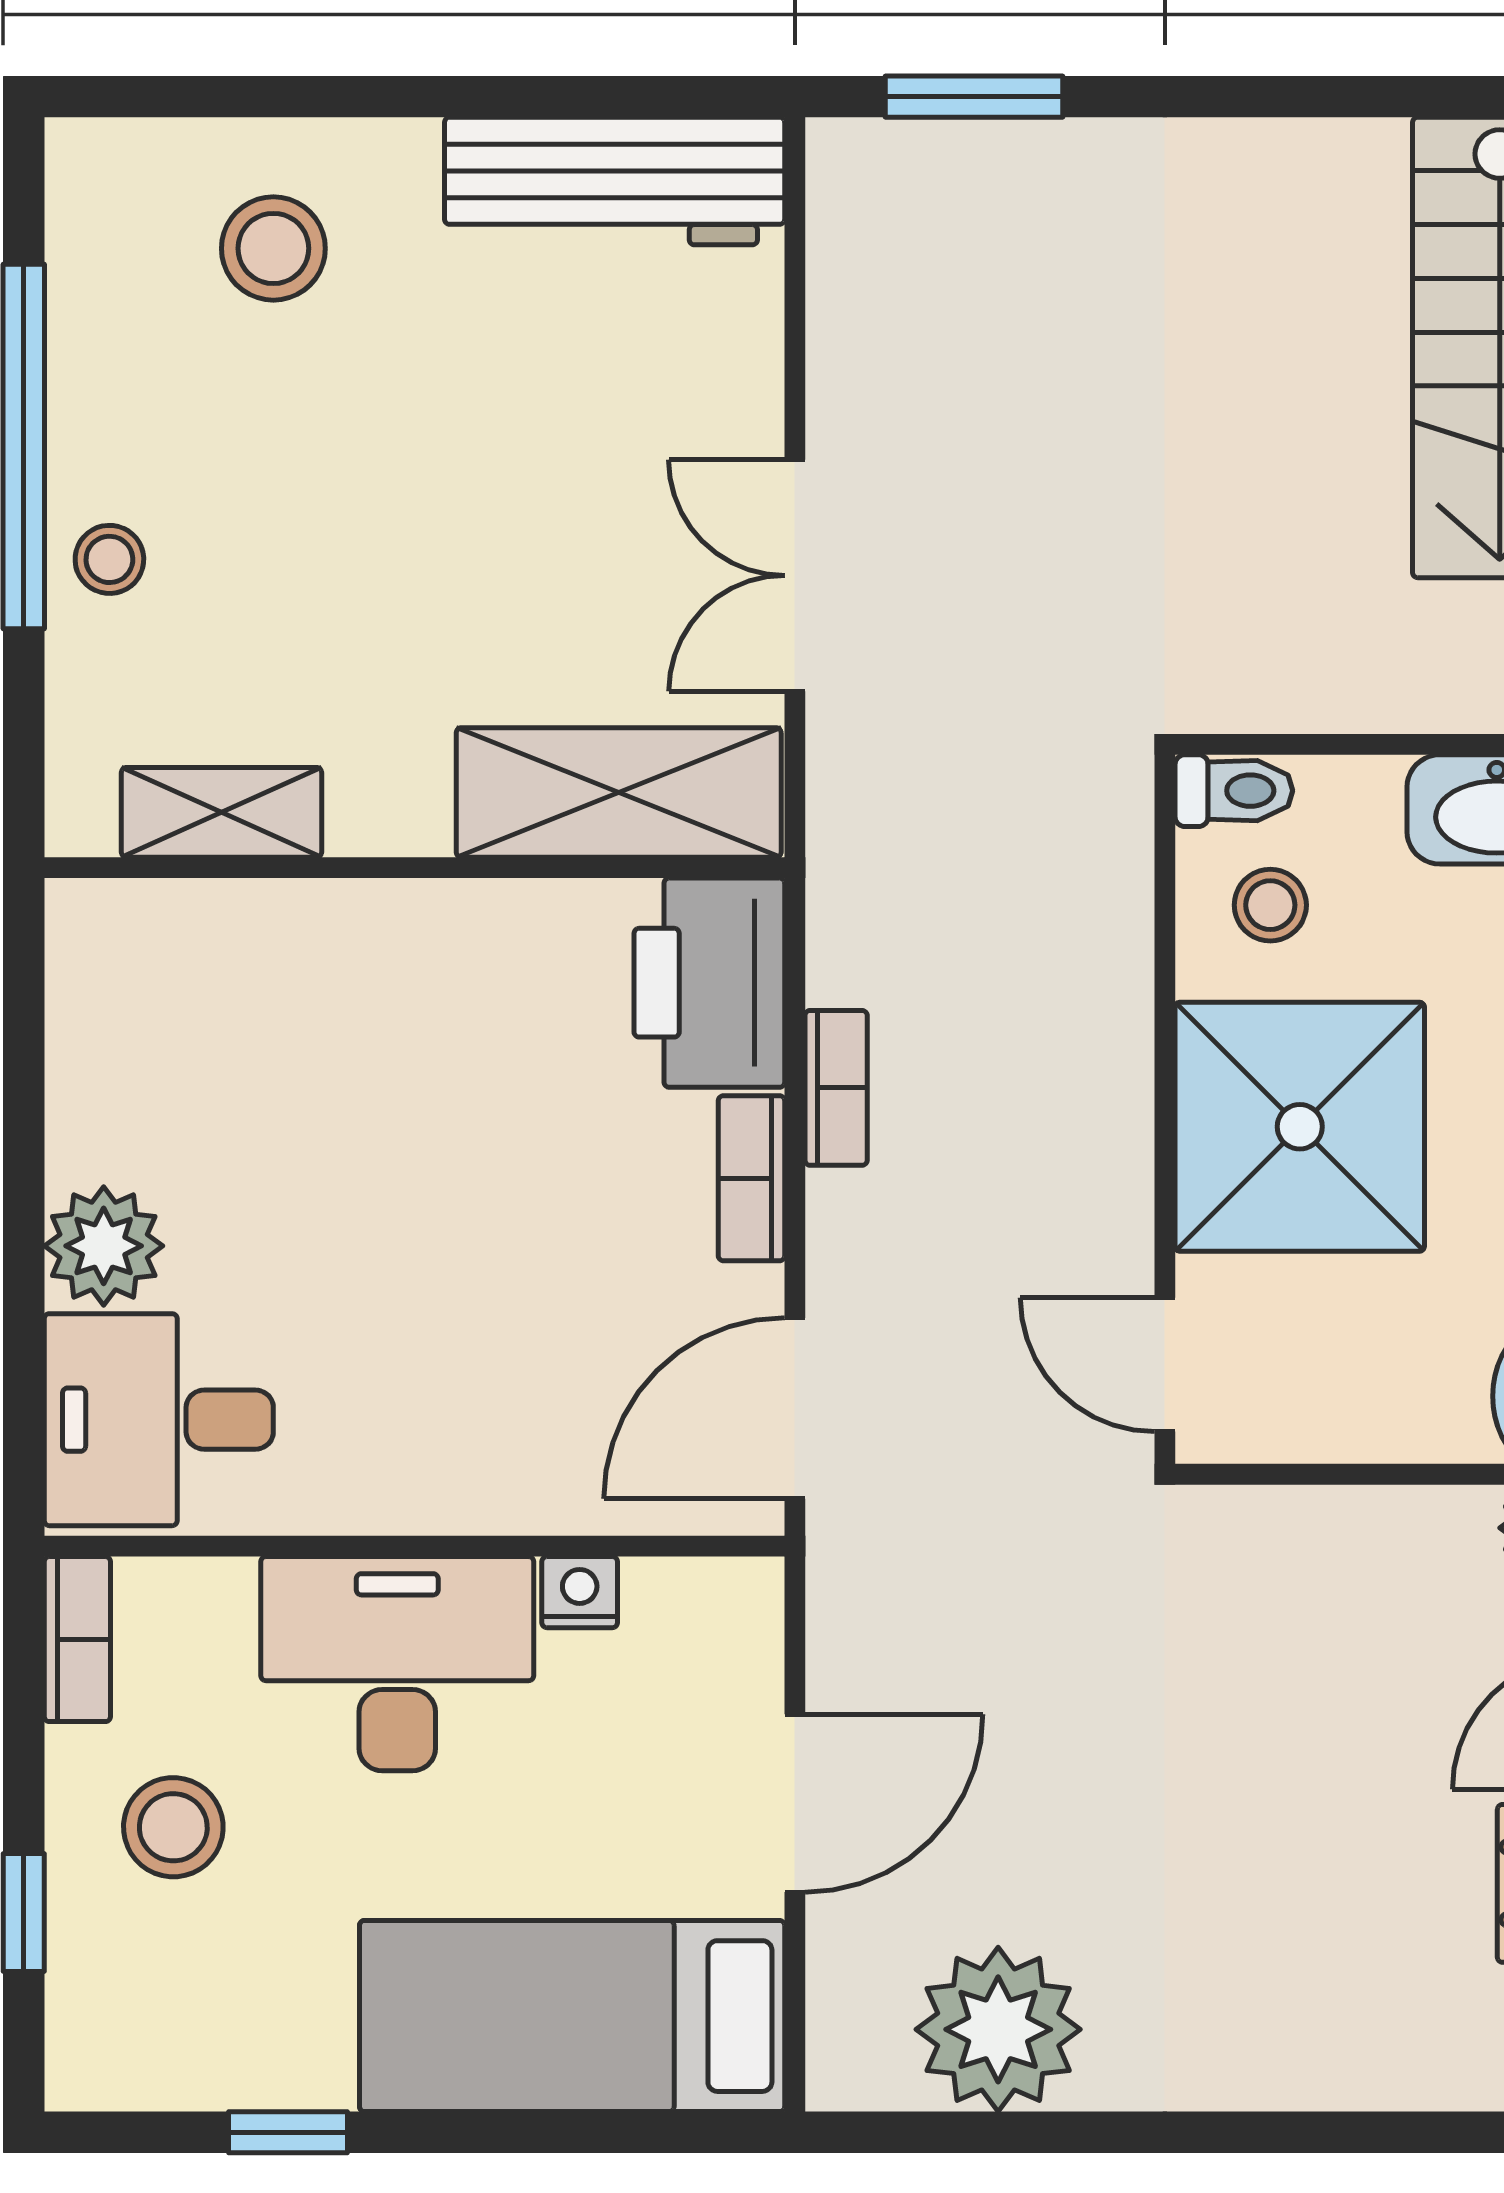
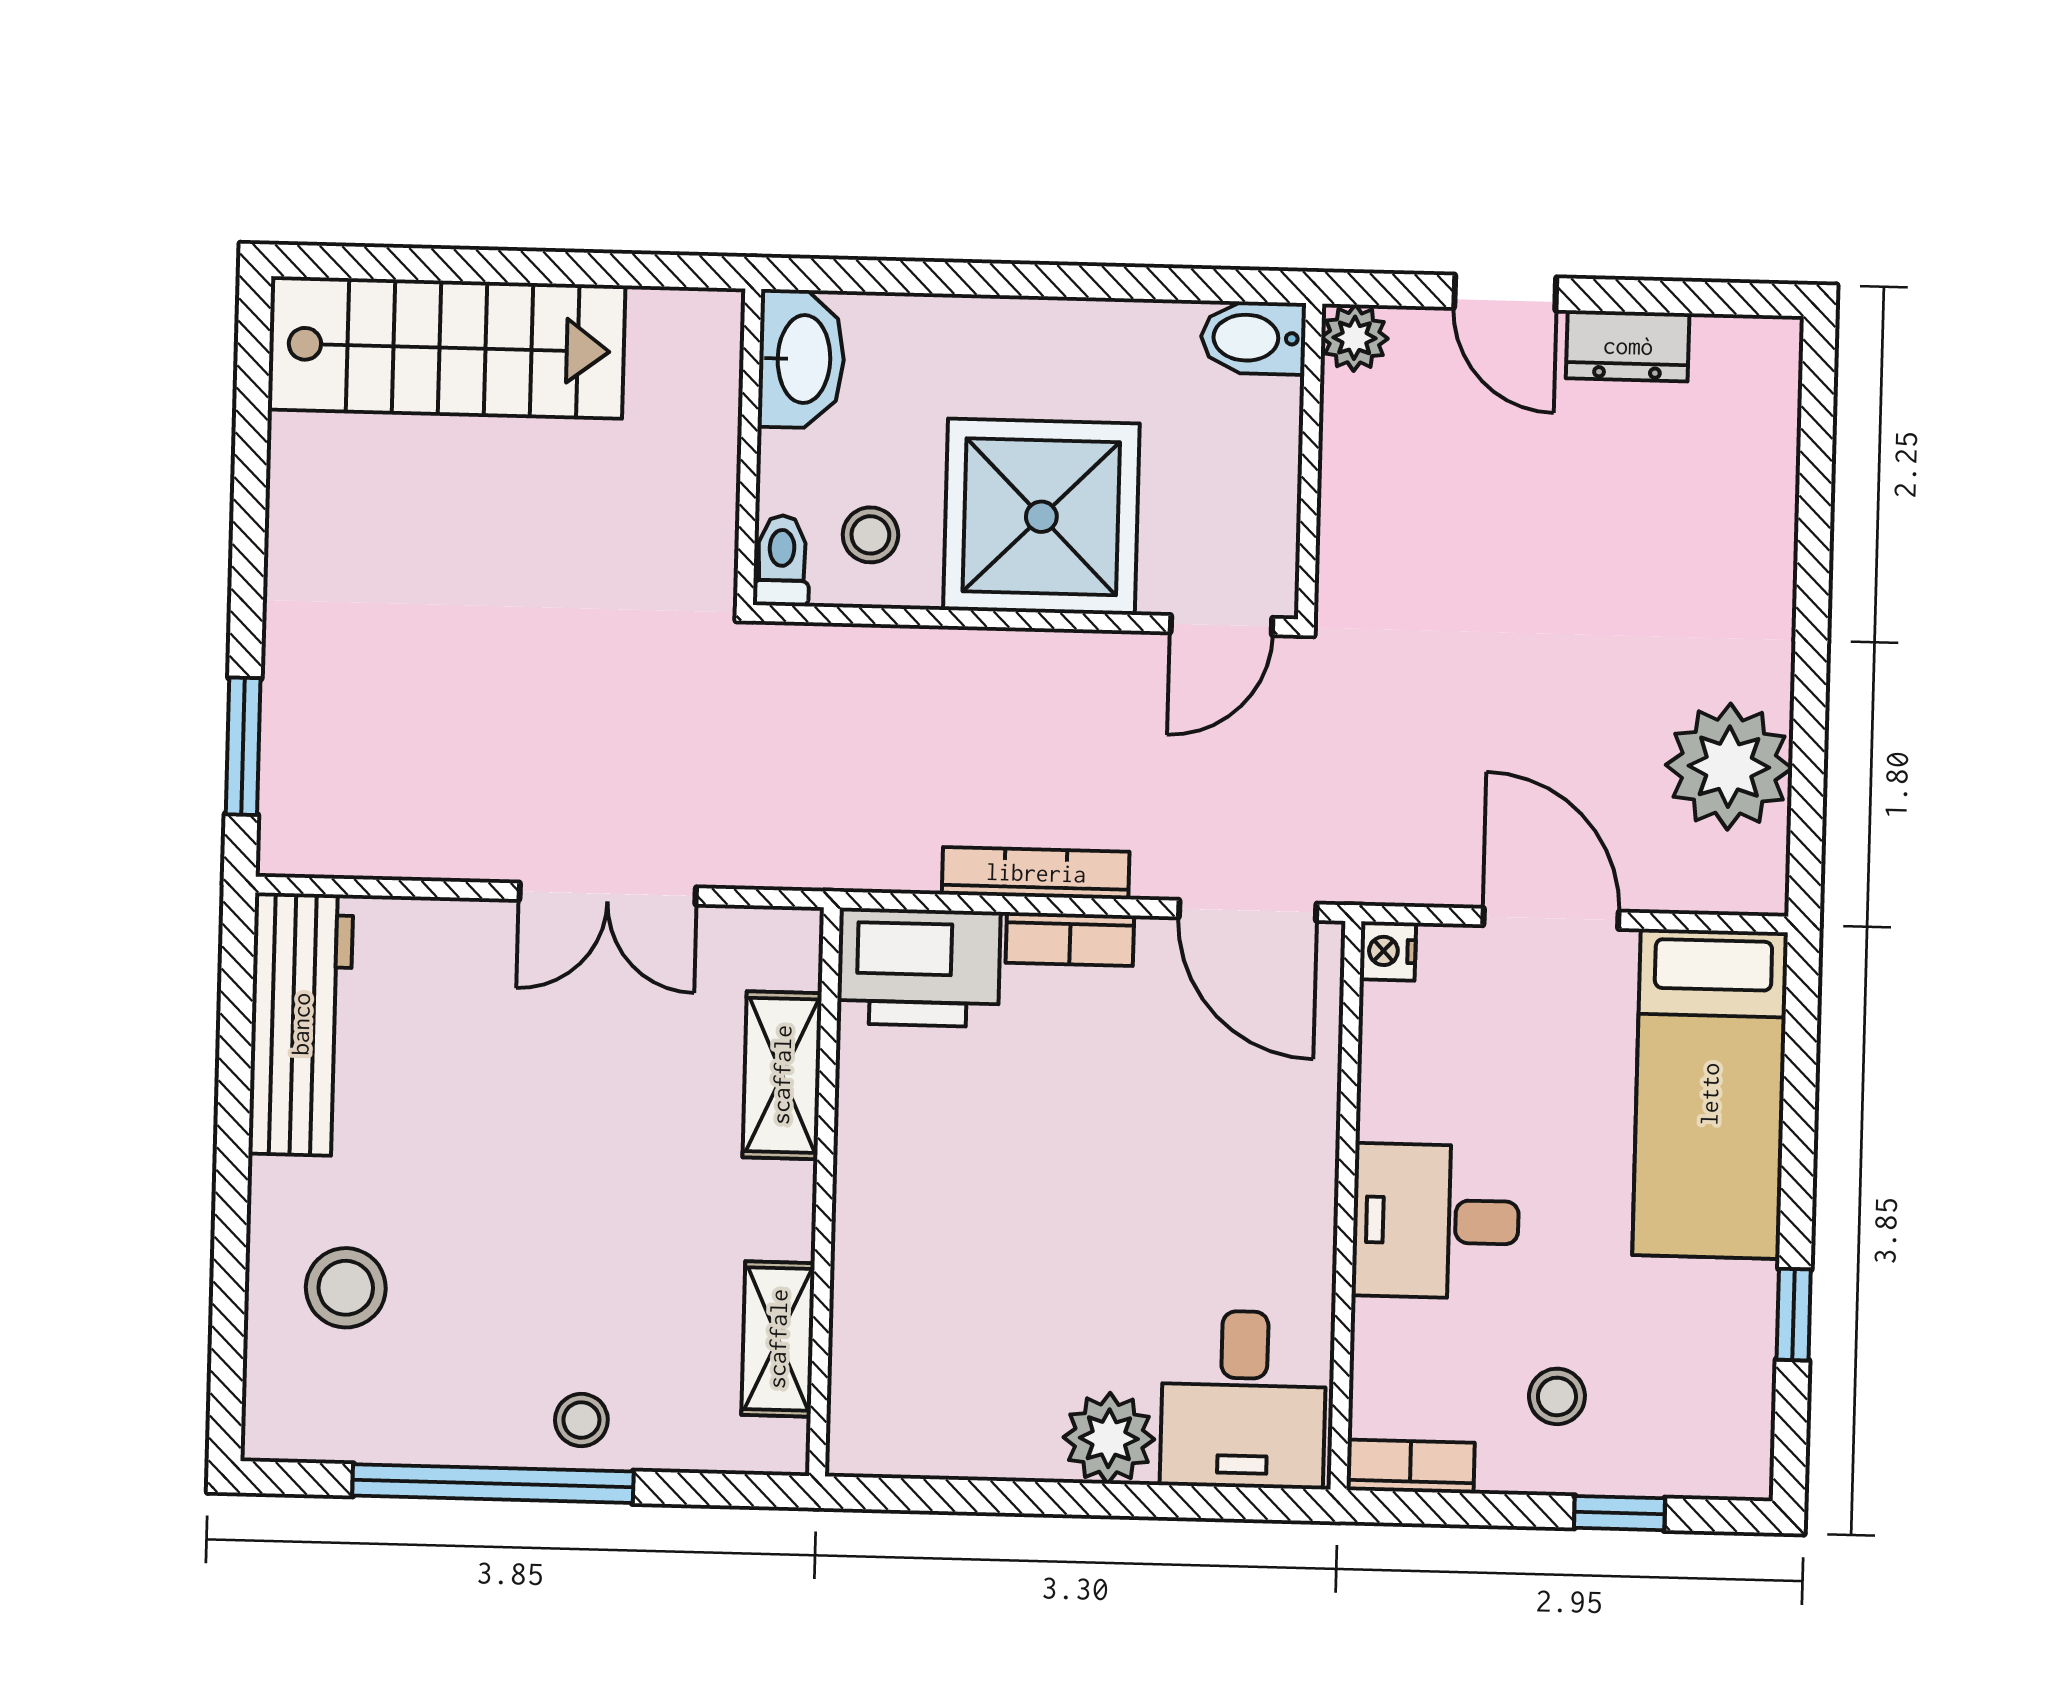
shelving: (619, 792) -> (782, 1075), width x0.67, depth x0.75
bookcase: (836, 1088) -> (1036, 873), width x1.56
nightstand: (580, 1592) -> (1388, 951), moved
desk: (397, 1664) -> (1436, 1221), width x0.73
stool: (173, 1827) -> (1557, 1396), width x0.73, depth x0.73

